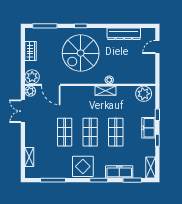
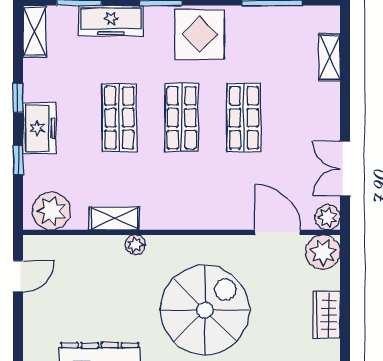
door: (157, 47) -> (18, 276), moved
shelving: (105, 91) -> (114, 219), moved
double door: (23, 111) -> (345, 169), swing flipped

